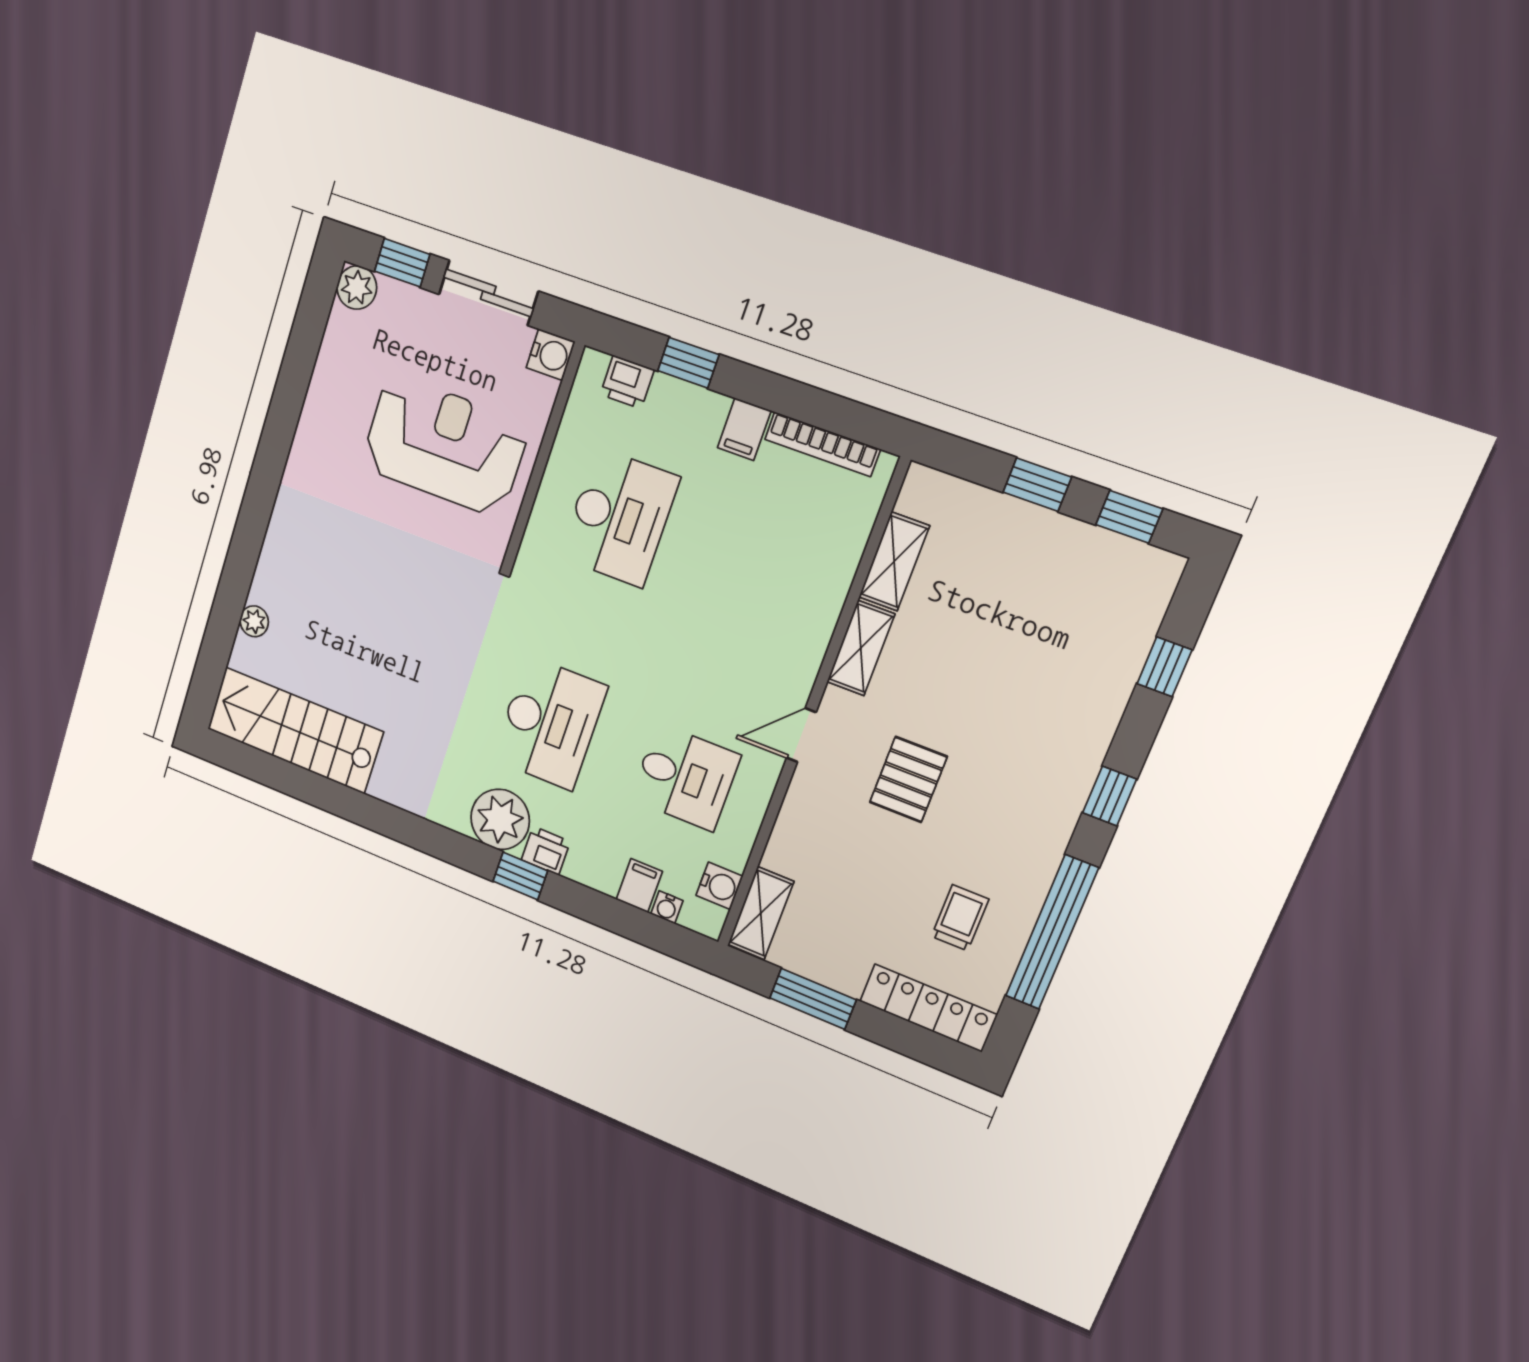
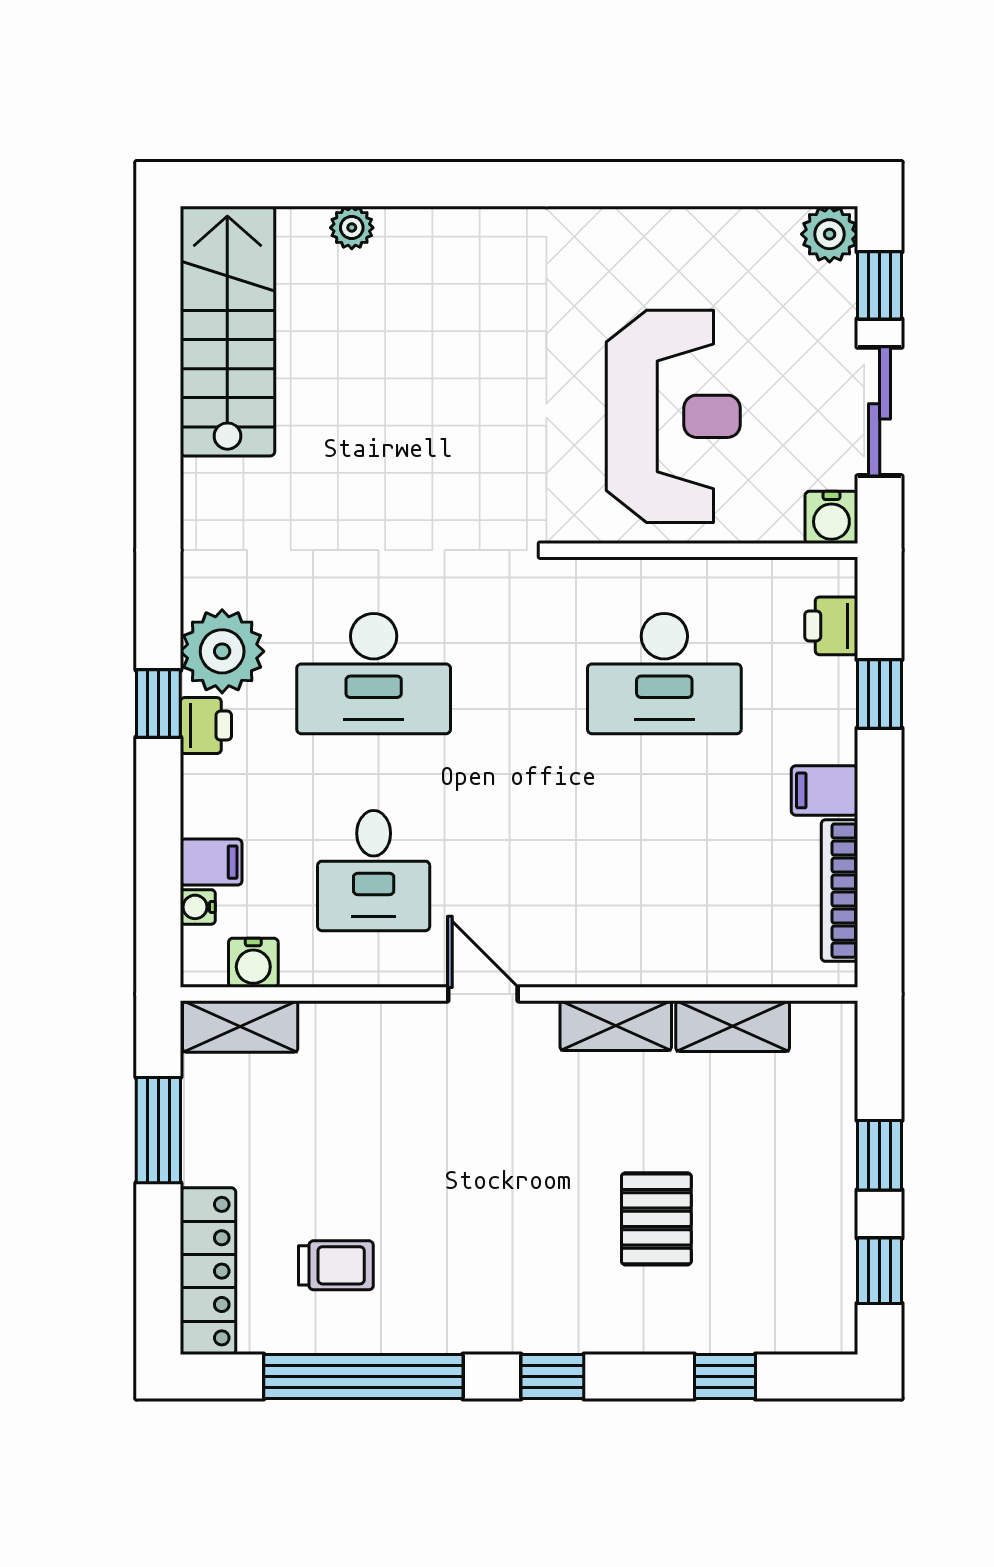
pallet: (908, 780) -> (656, 1219), moved, turned 90

